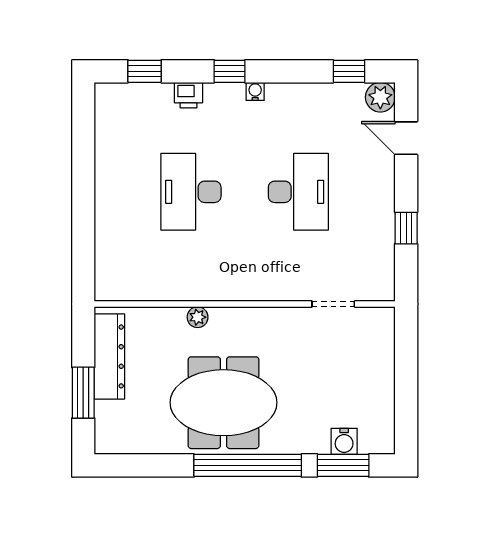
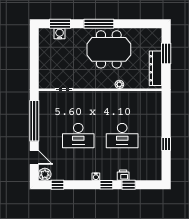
window: (145, 71) -> (129, 185), moved
window: (83, 171) -> (166, 144), added
desk: (191, 192) -> (122, 136), turned 90
desk: (298, 192) -> (78, 136), turned -90
window: (406, 228) -> (34, 121), width x3.17
window: (248, 465) -> (99, 24), width x0.68

